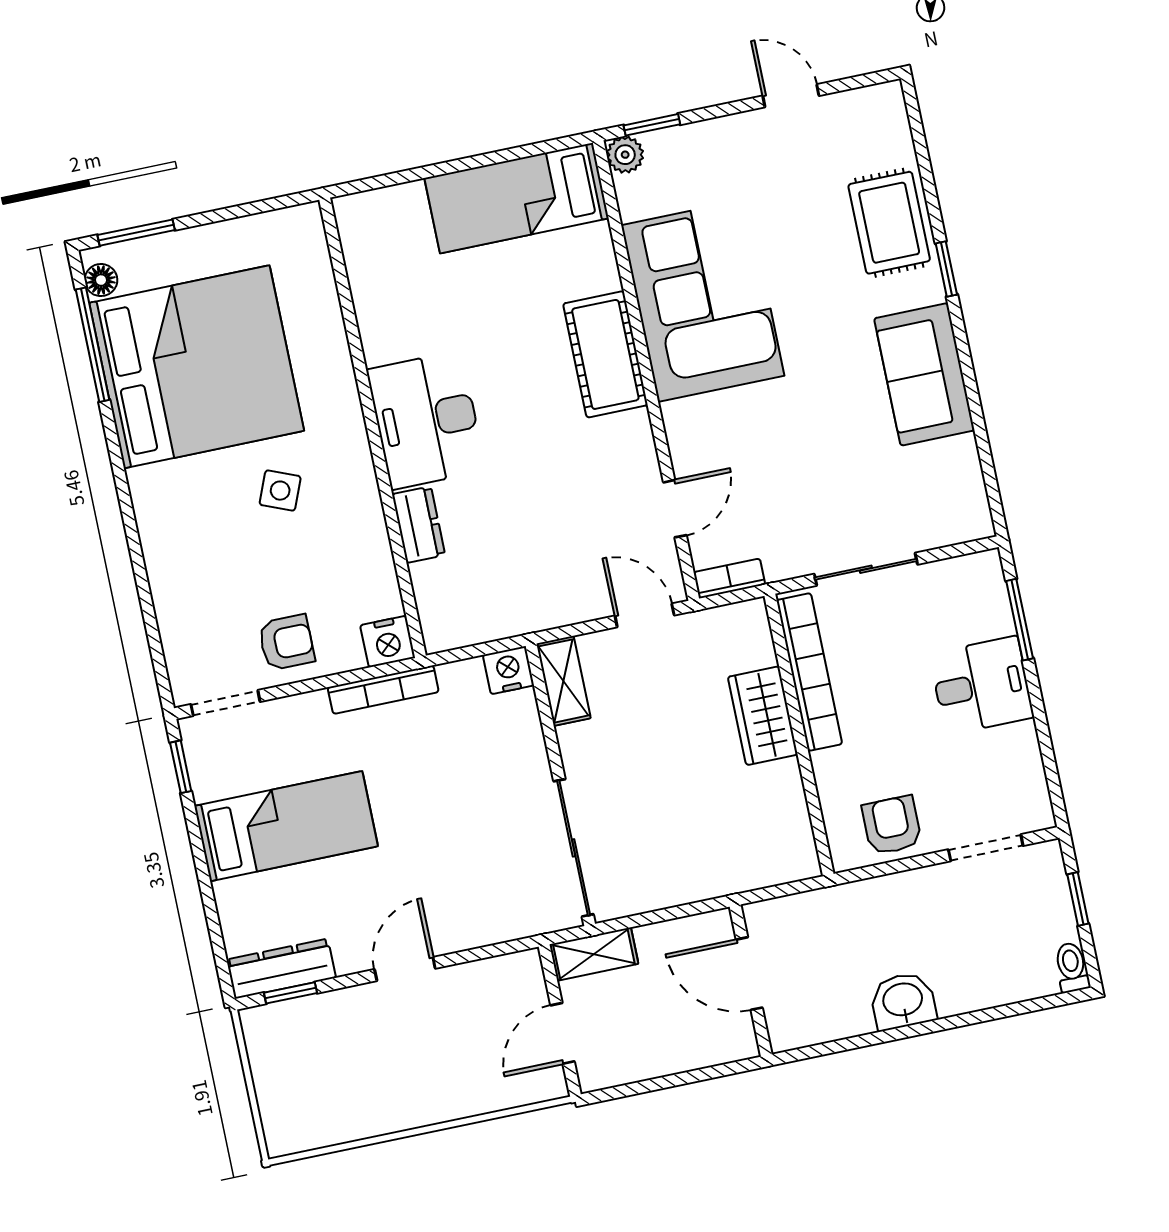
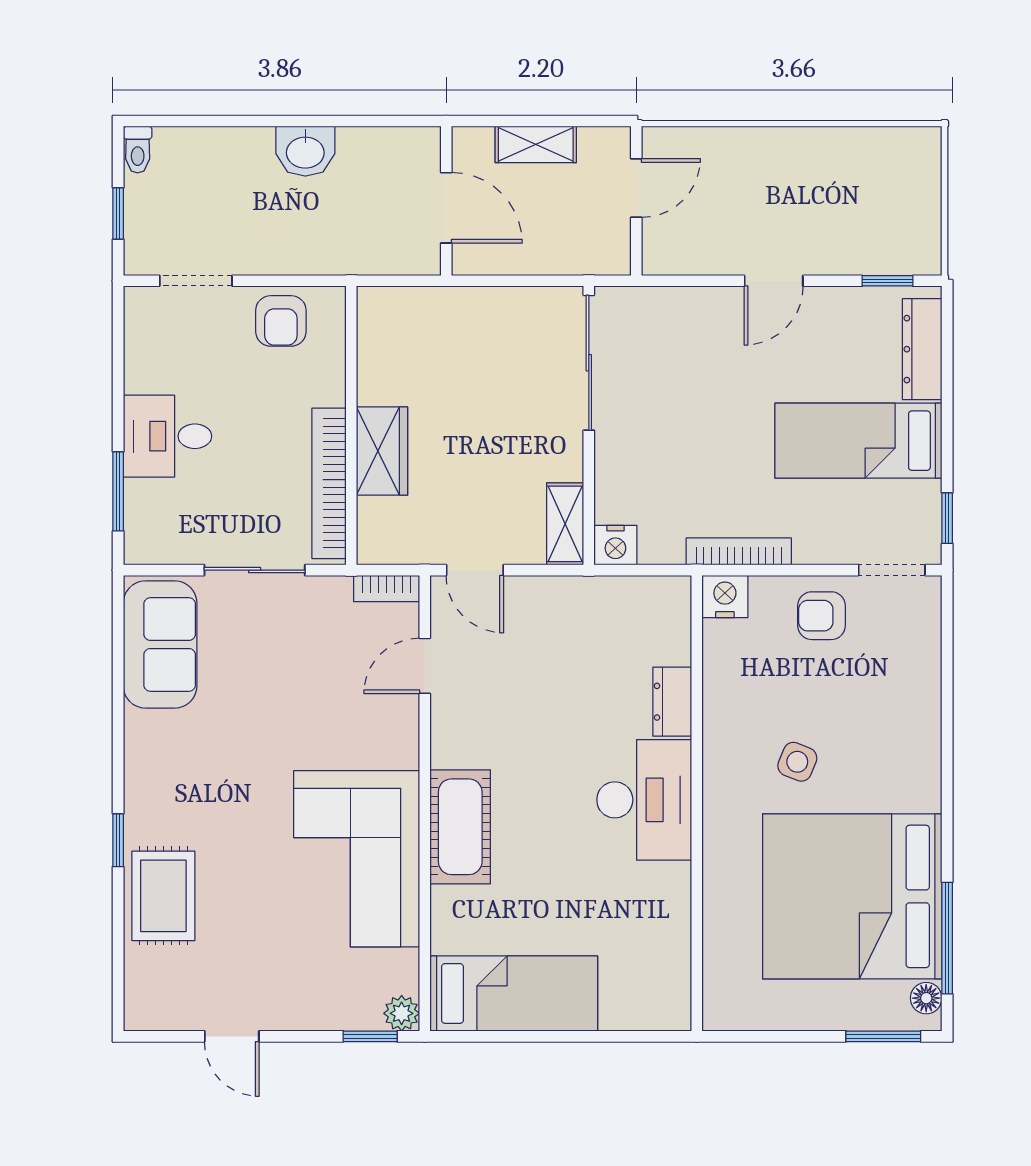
sofa: (924, 374) -> (160, 644), moved
shelving: (594, 954) -> (536, 144), moved
dresser: (281, 969) -> (922, 349), moved, turned 90

